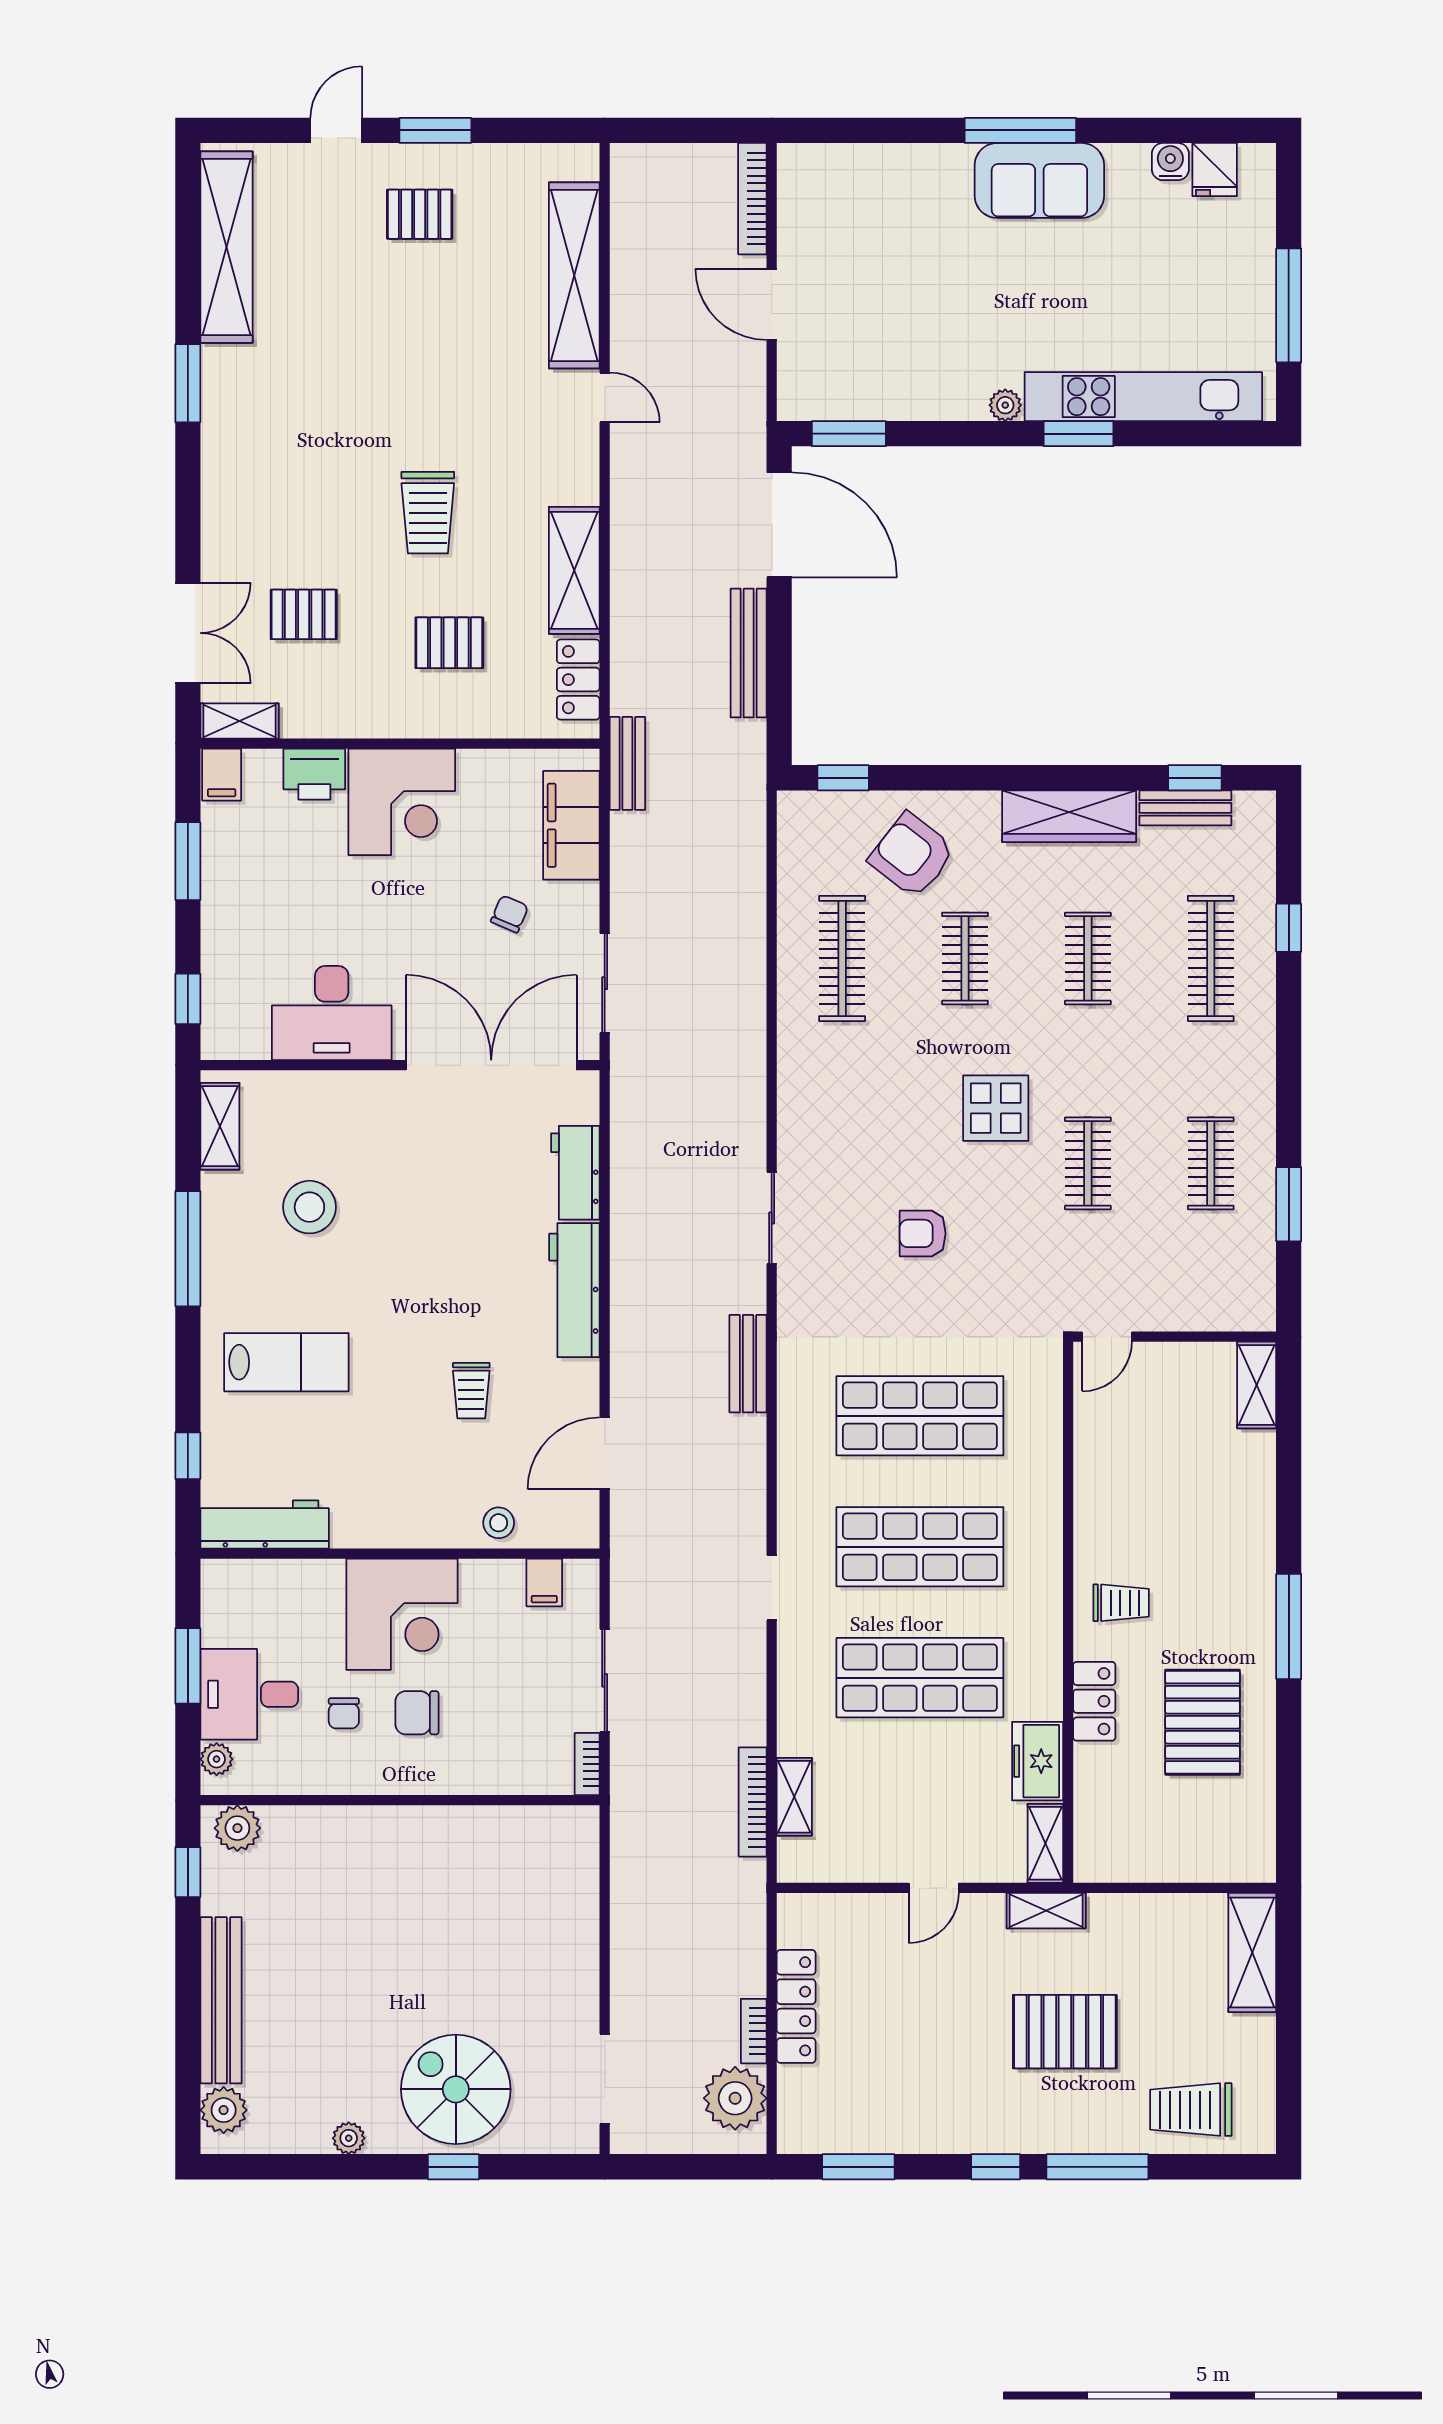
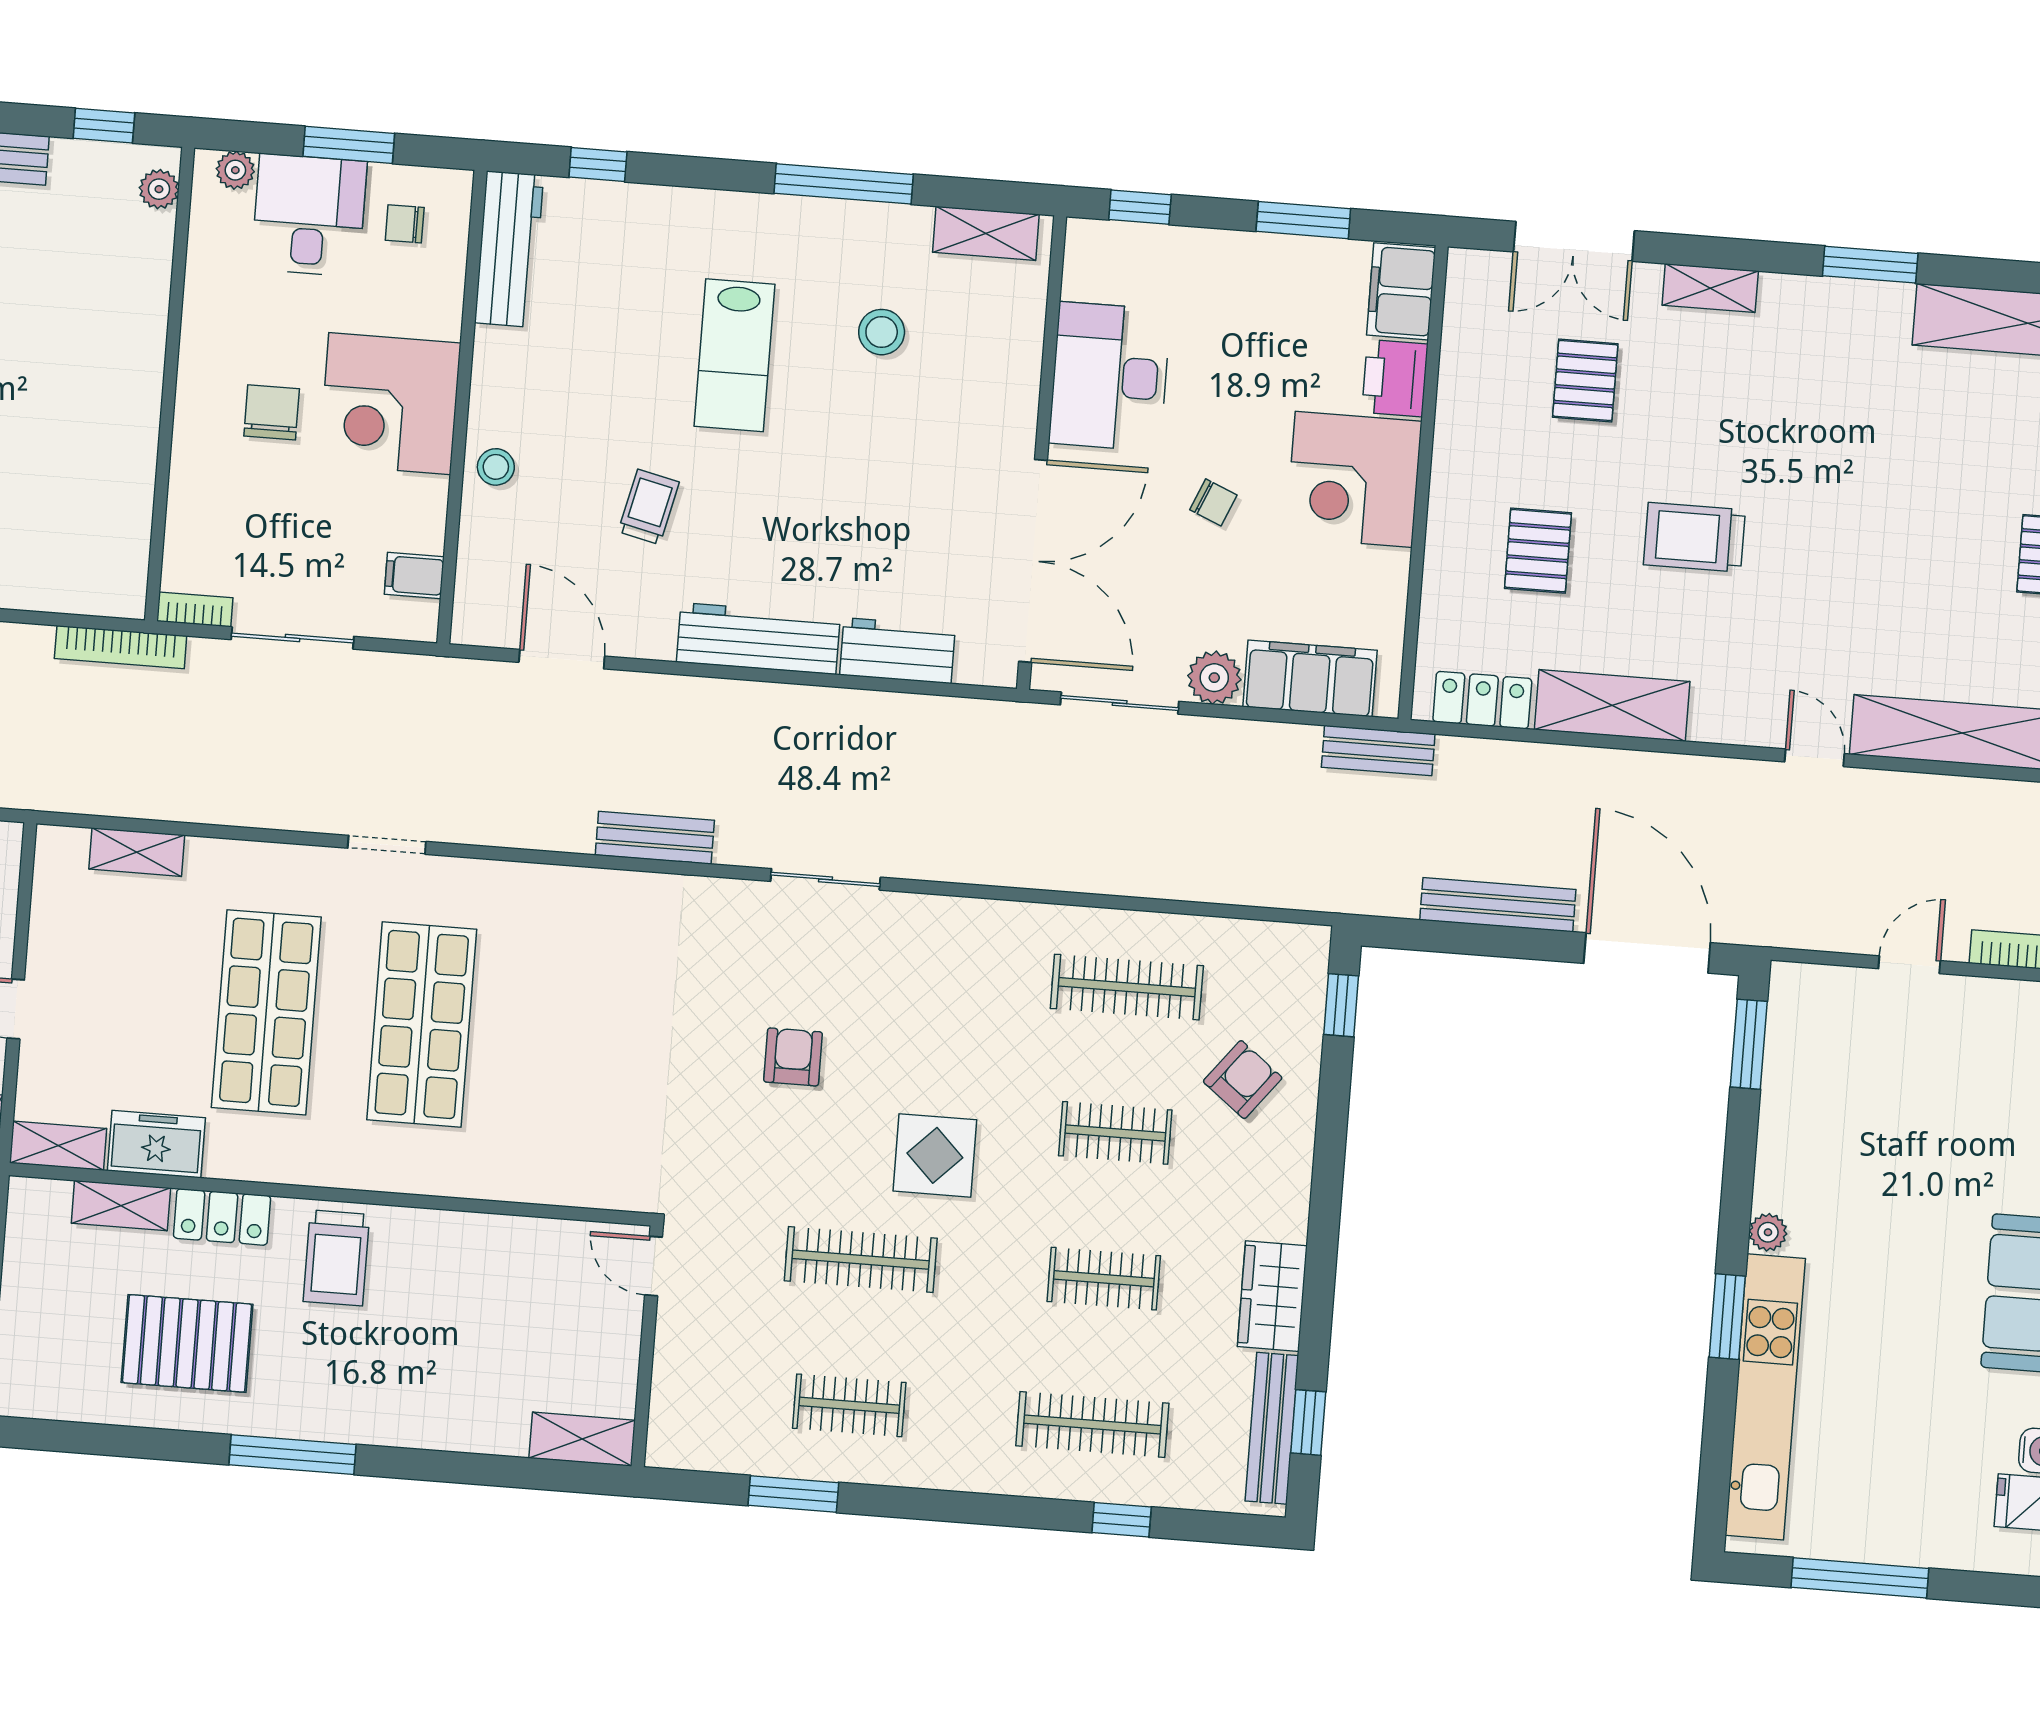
door: (772, 304) -> (1909, 965), width x0.73
door: (605, 398) -> (1814, 758), swing flipped
door: (779, 525) -> (1647, 953), swing flipped
shelving: (240, 721) -> (1710, 288), moved, turned 90
filing cabinet: (222, 775) -> (1401, 291), width x2.00
bench: (1185, 808) -> (1272, 1428), width x1.36
wardrobe: (1069, 816) -> (1272, 1296), width x0.67
armchair: (912, 855) -> (1243, 1080), width x0.72, depth x0.72
plant: (577, 906) -> (1214, 678), added
chair: (510, 914) -> (1213, 502), moved
clothes rail: (1088, 1163) -> (861, 1260), width x1.36
stool: (309, 1207) -> (882, 332), width x0.73, depth x0.73
lab bench: (286, 1362) -> (735, 355), moved
trolley: (471, 1391) -> (649, 507), turned 103
shop shelf: (920, 1416) -> (577, 1037), removed
stool: (499, 1523) -> (496, 467), moved
trolley: (1121, 1603) -> (336, 1258), width x1.36, depth x1.39
chair: (344, 1713) -> (405, 224), moved
shelving: (1091, 1787) -> (121, 1206), added
bookcase: (753, 1802) -> (121, 647), moved, turned 180
plant: (237, 1828) -> (159, 189), width x0.73, depth x0.73

